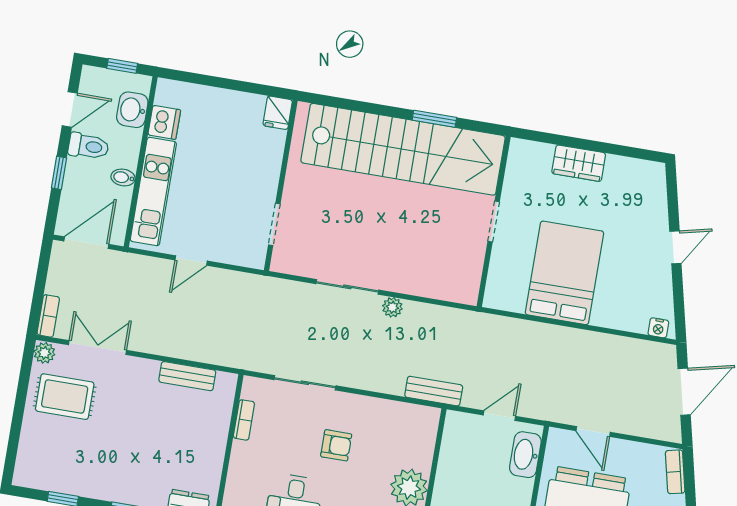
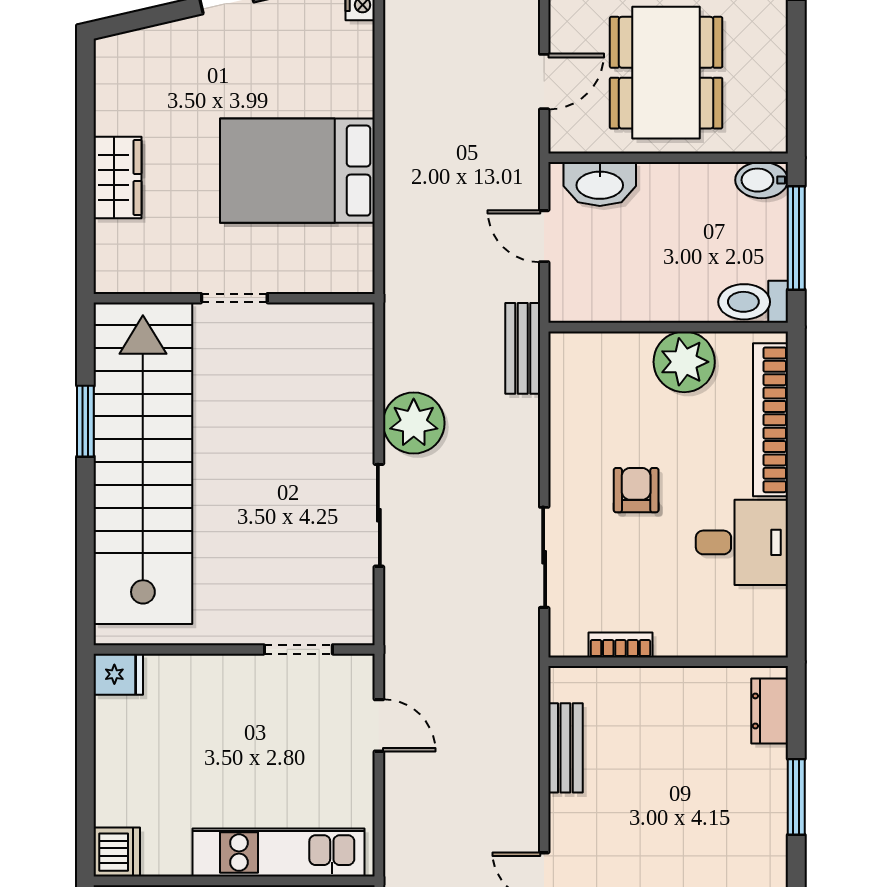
dishwasher: (164, 122) -> (117, 852), moved, turned 90
door: (191, 260) -> (379, 725), moved
plant: (392, 307) -> (414, 423), width x1.88, depth x1.88

